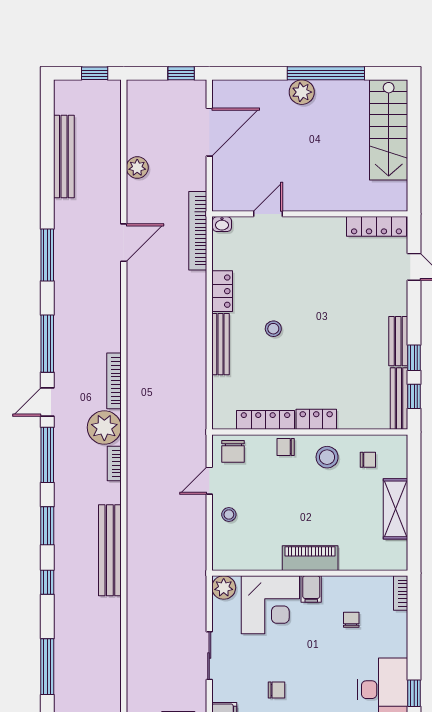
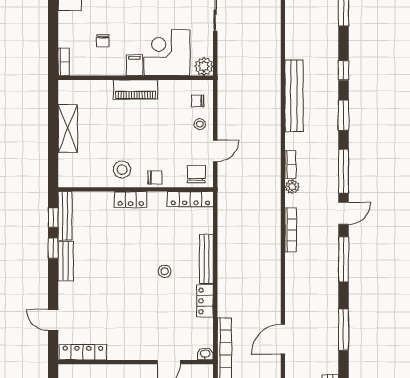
locker: (265, 420) -> (190, 199), moved
plant: (104, 427) -> (292, 187), width x0.53, depth x0.53
chair: (368, 460) -> (198, 101), moved

